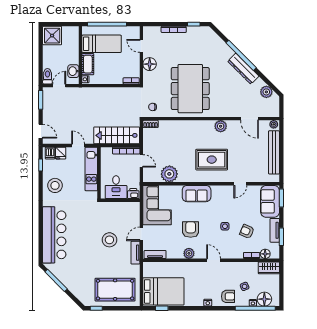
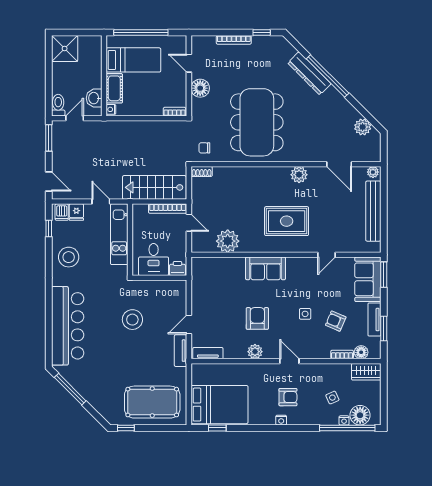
dresser: (243, 69) -> (309, 73), moved
corner sofa: (157, 205) -> (211, 284), removed
stool: (109, 240) -> (132, 320), moved
armchair: (228, 296) -> (288, 397), moved

